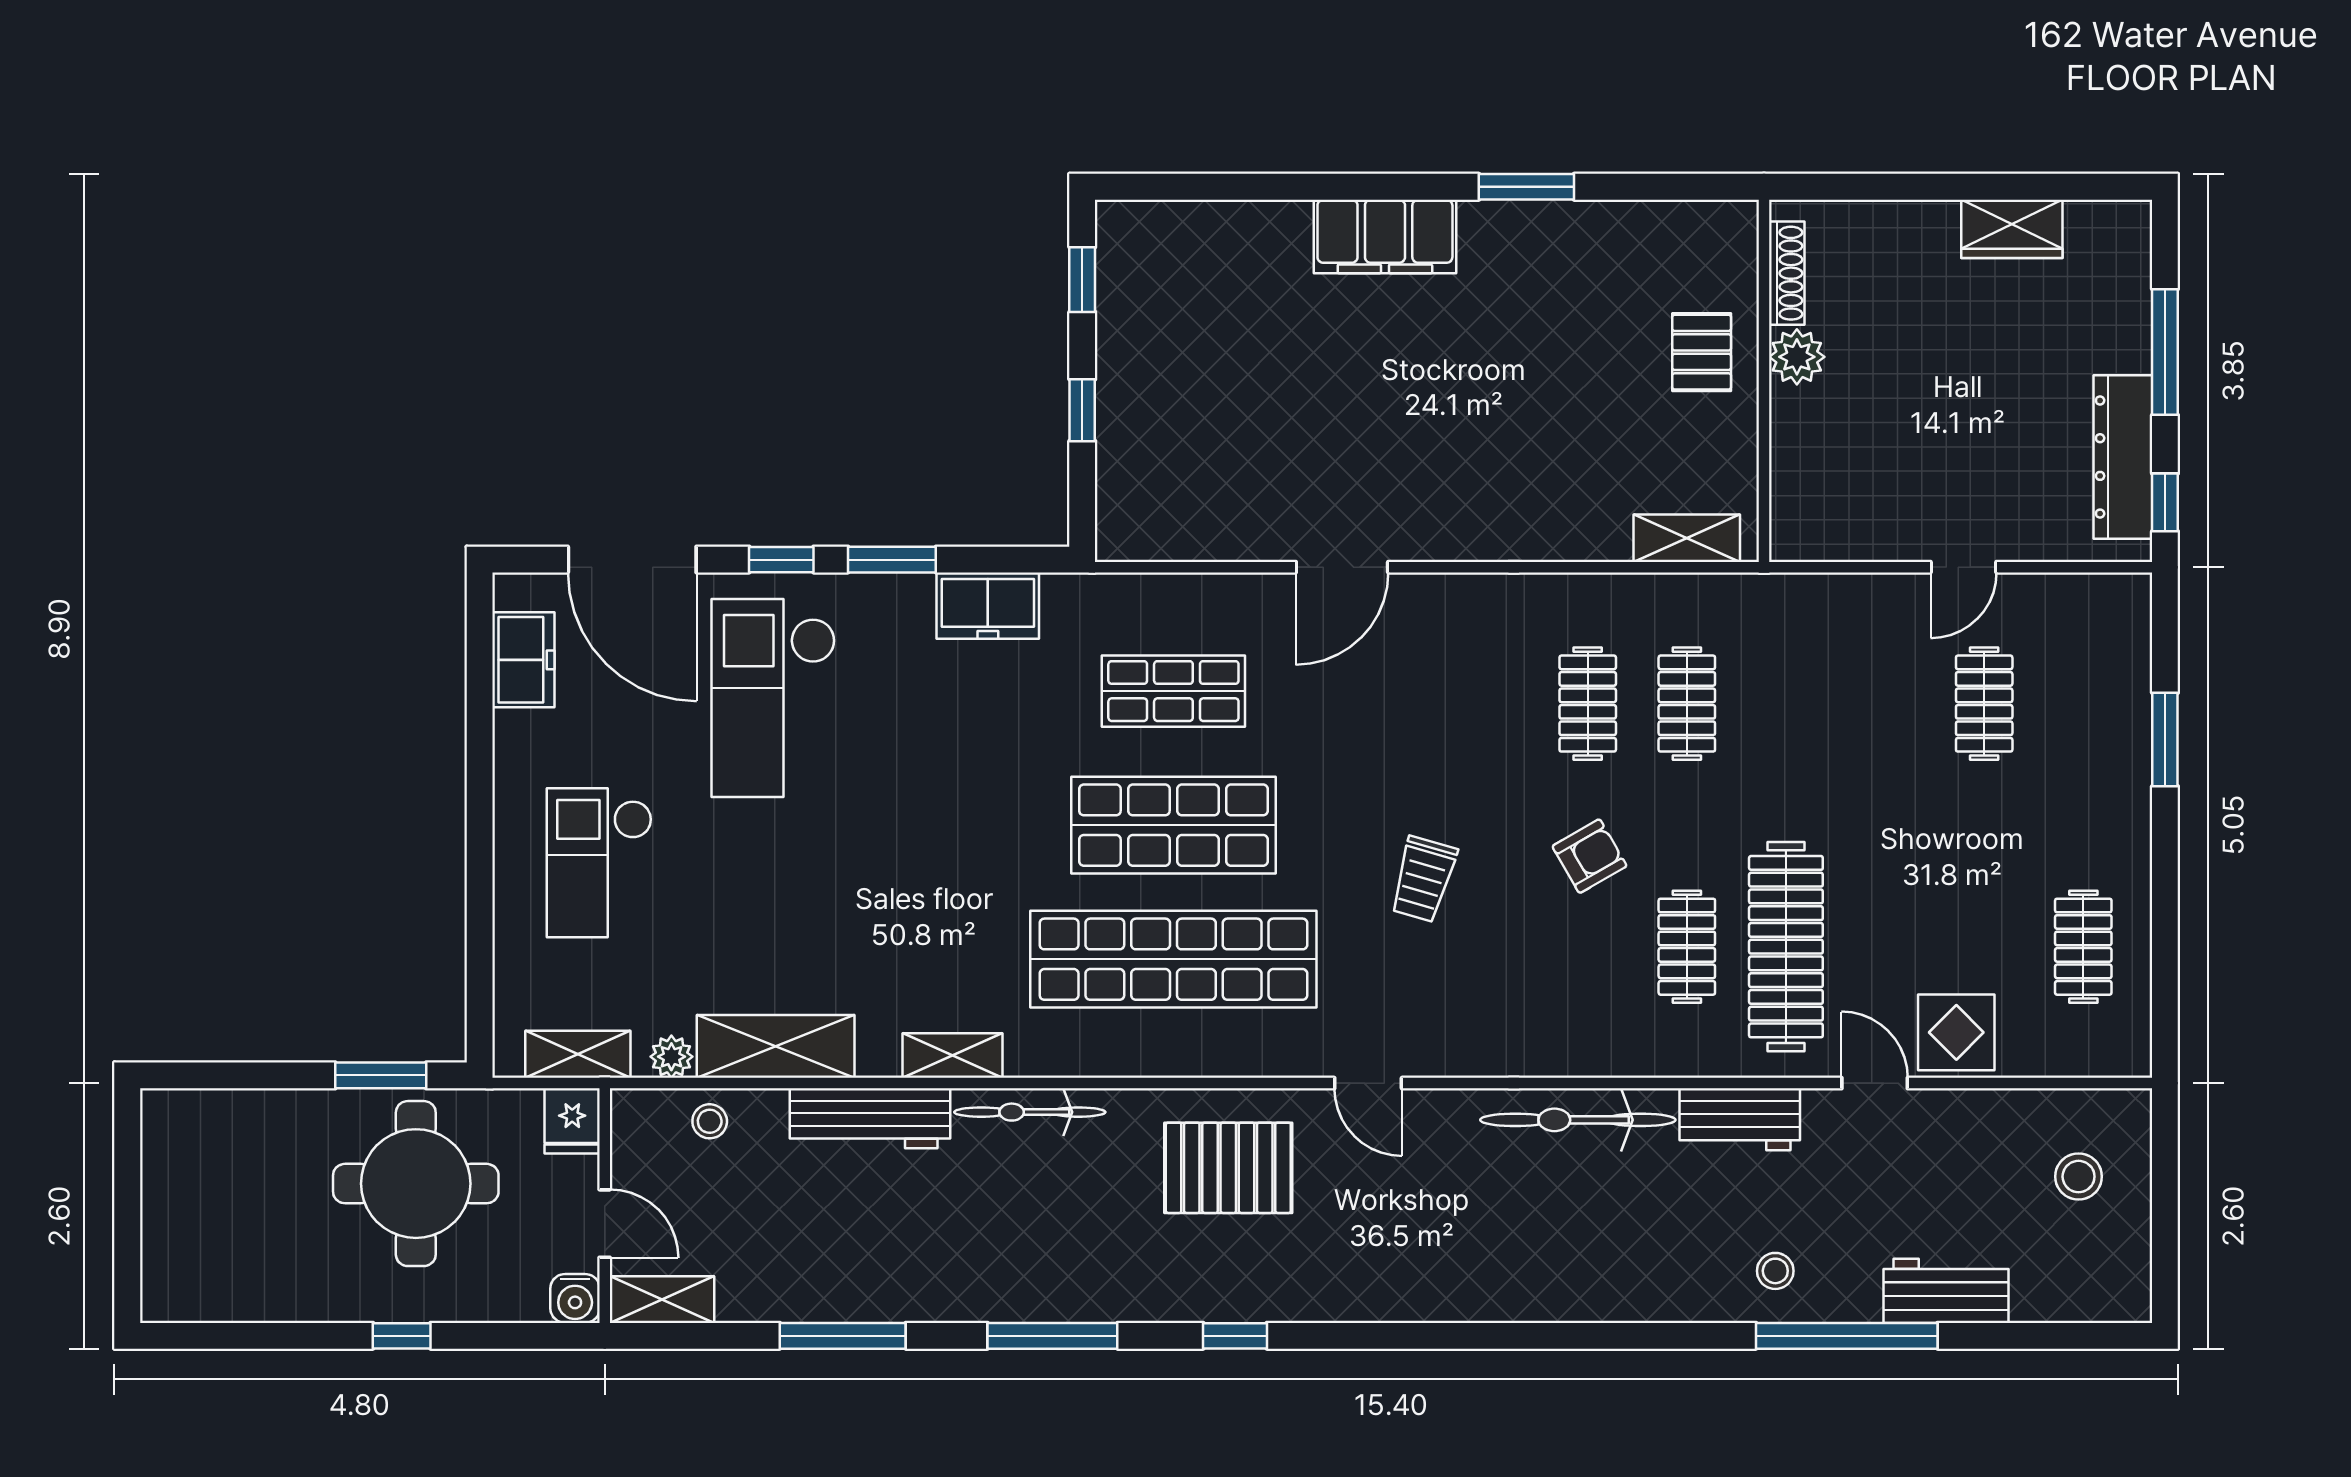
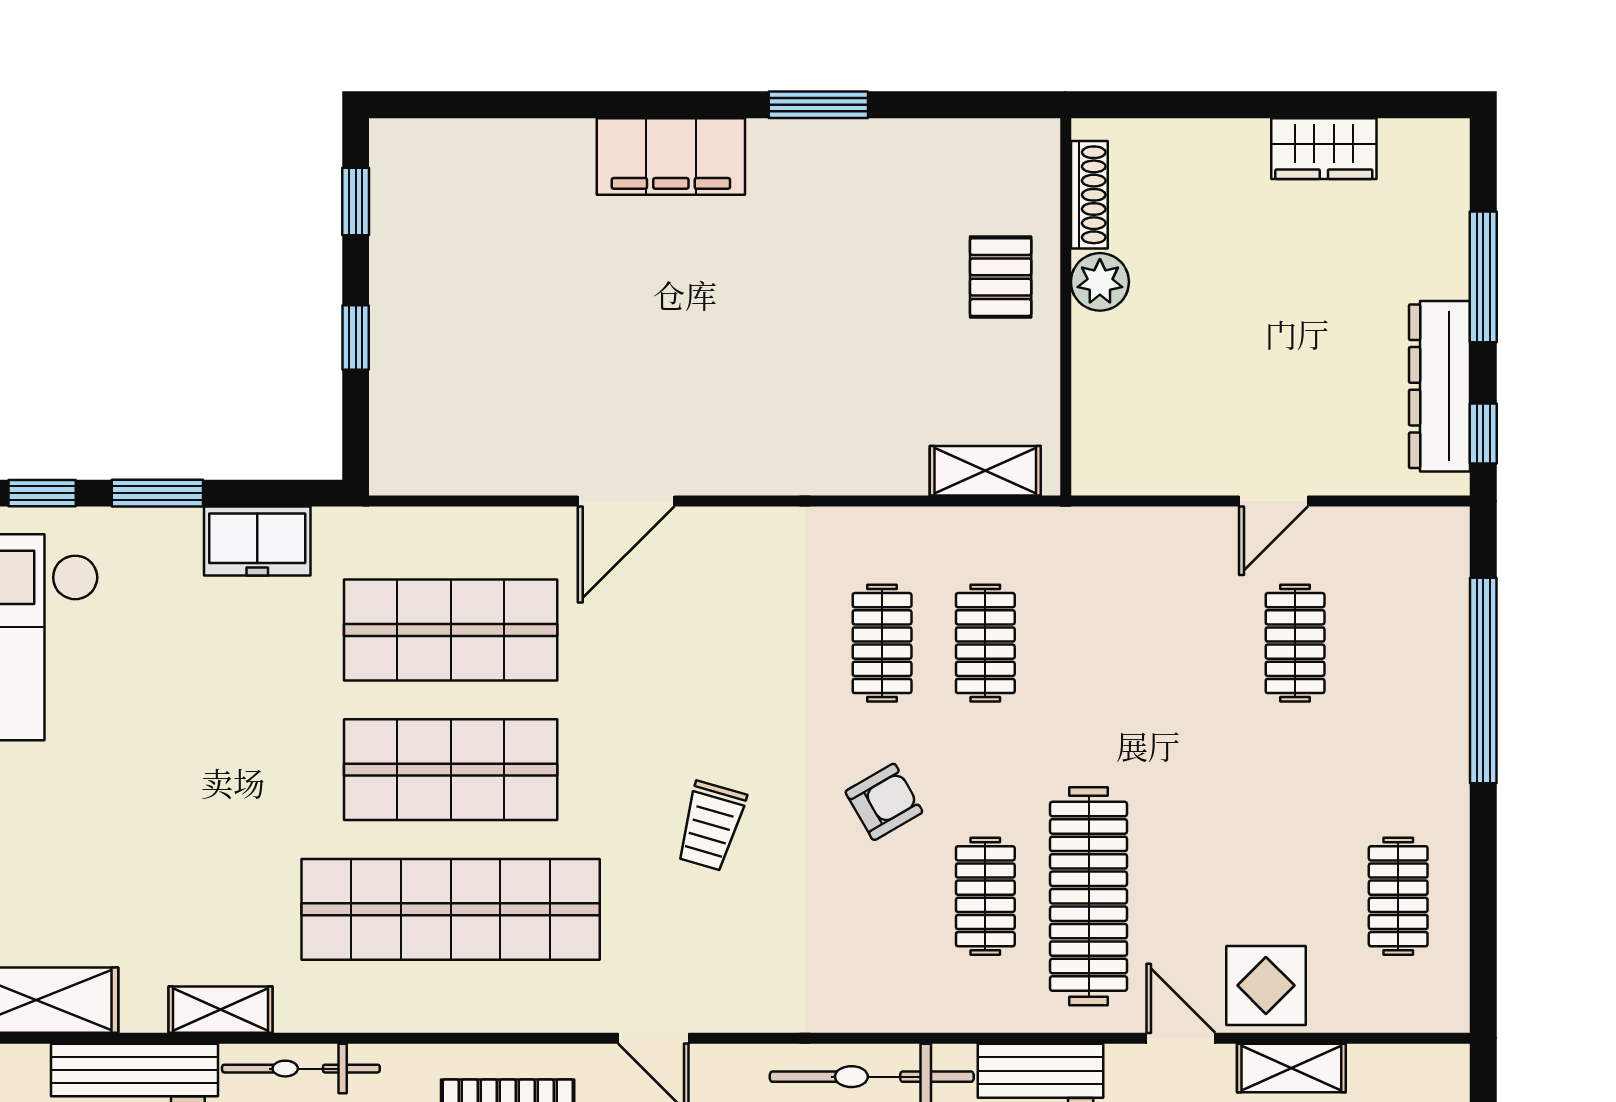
shop shelf: (1173, 691) -> (451, 630), width x1.43, depth x1.36
window: (2165, 740) -> (1483, 681), width x2.11
shelving: (1981, 1112) -> (1291, 1068), added

